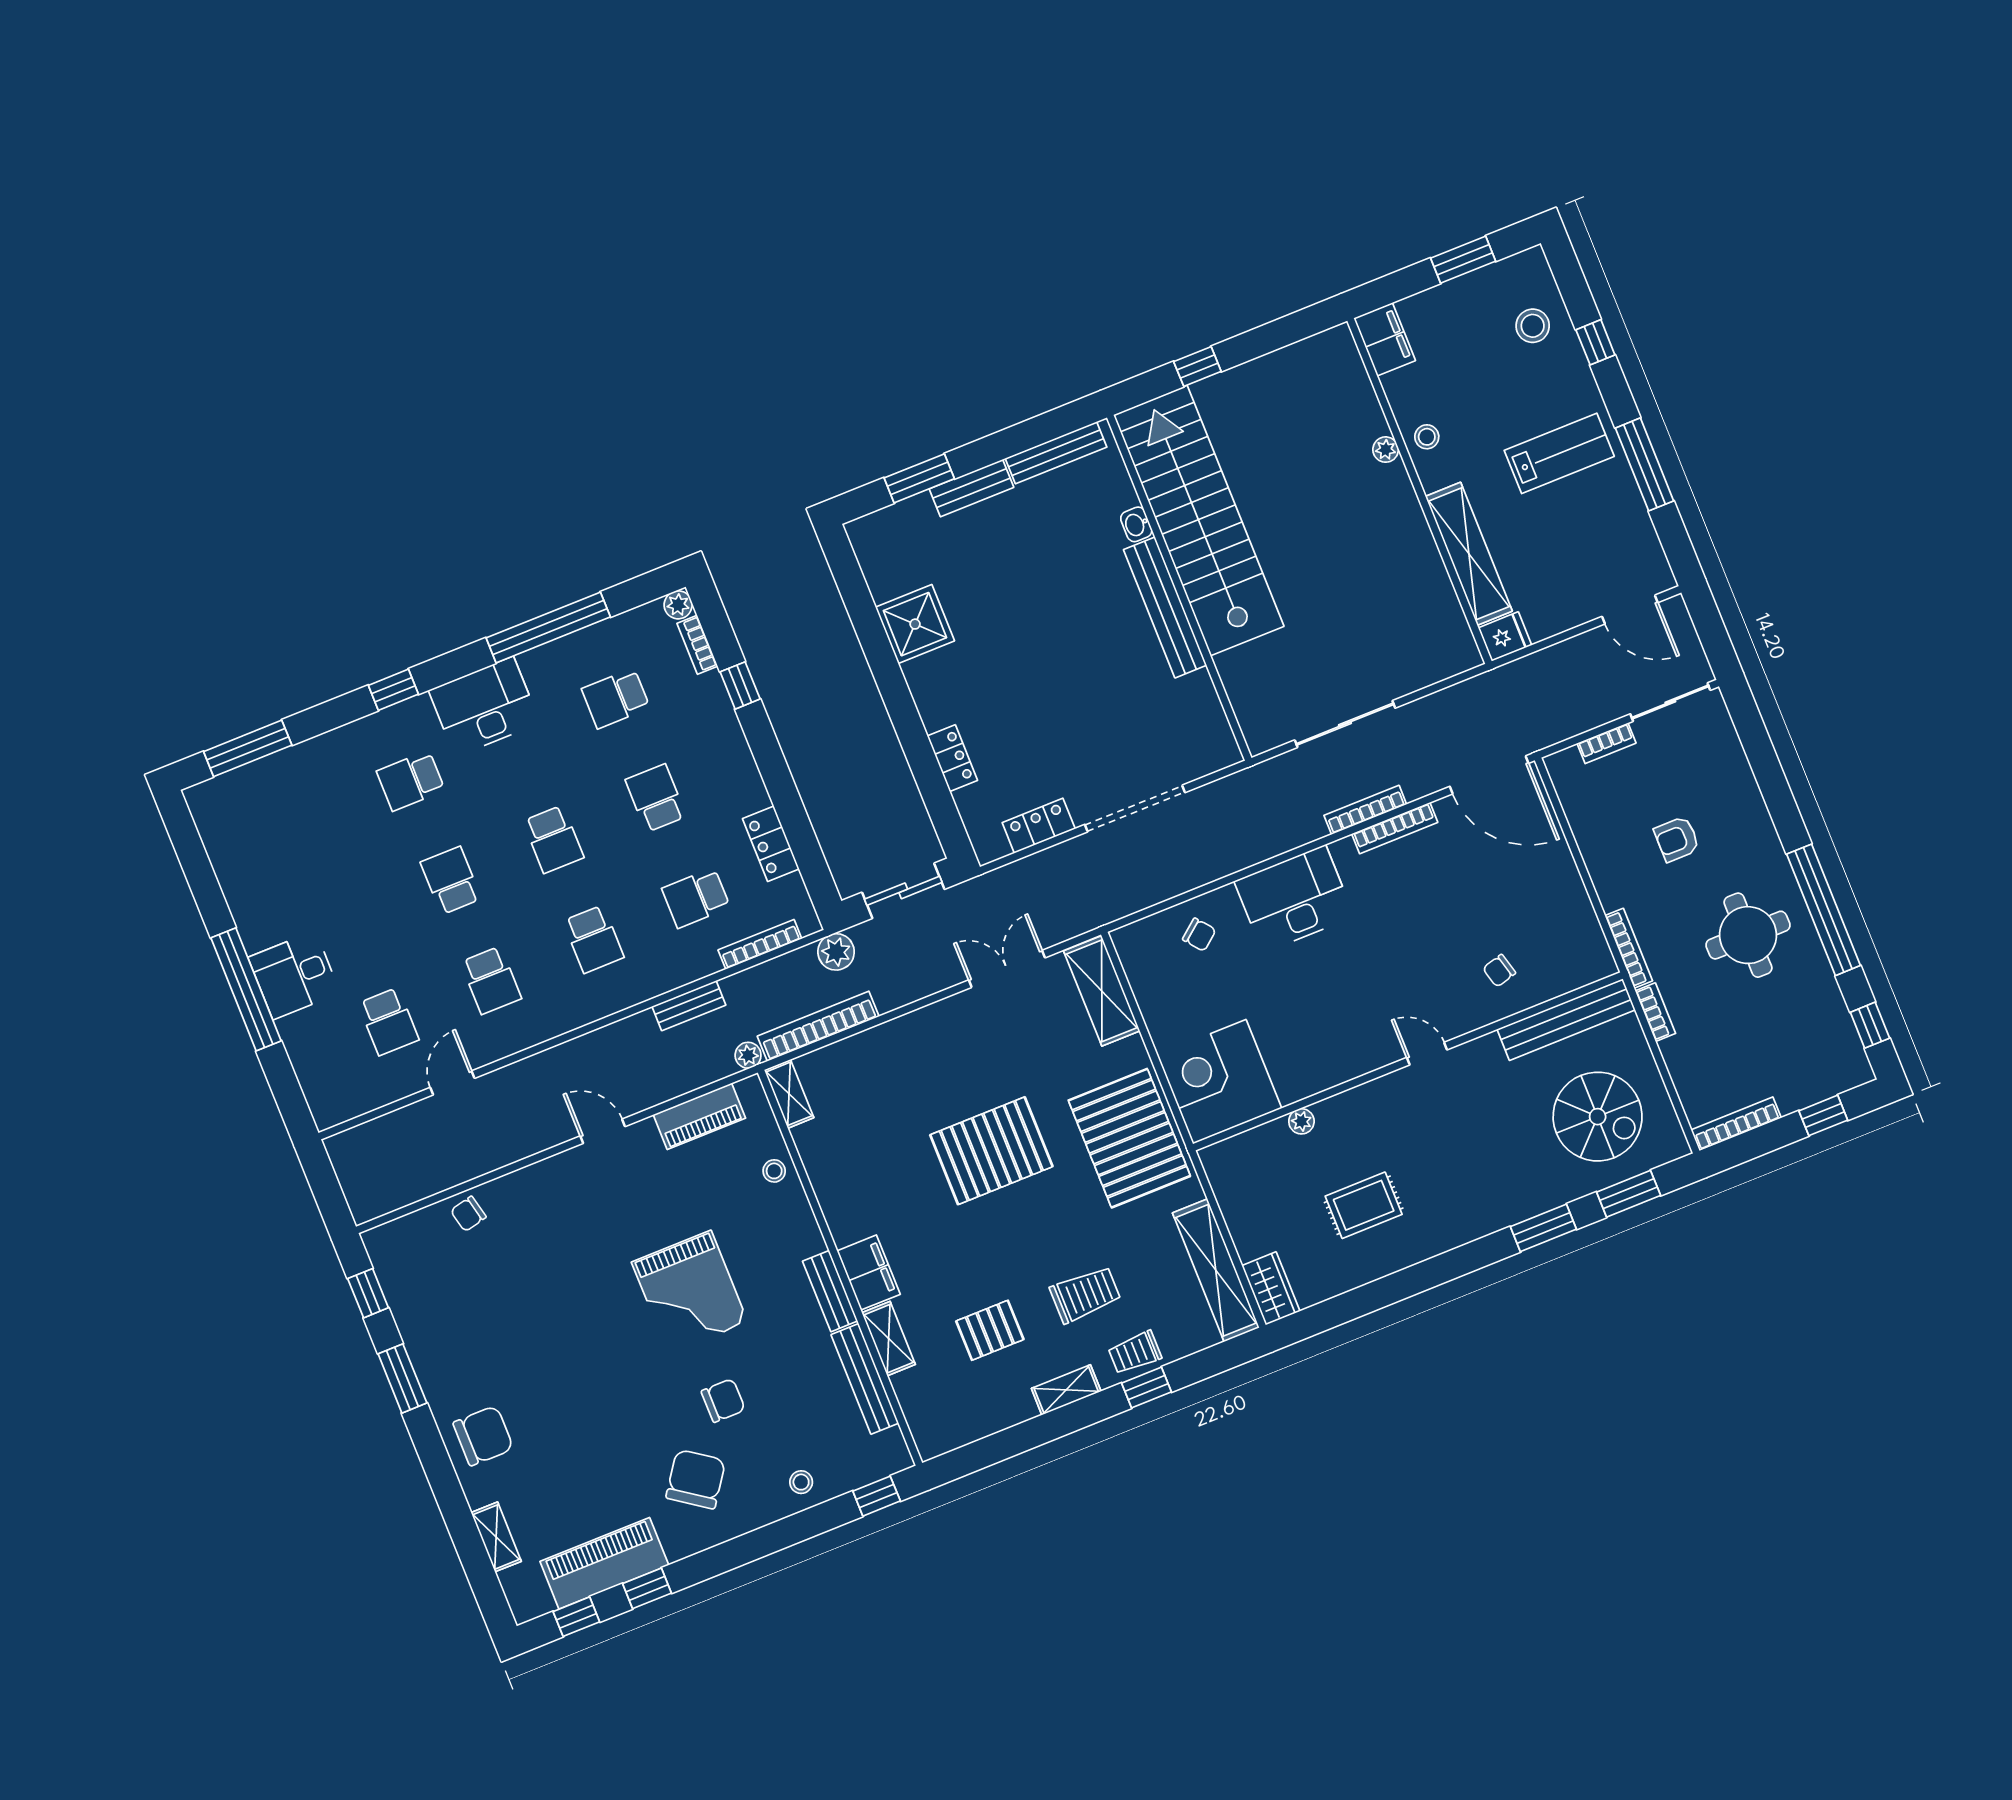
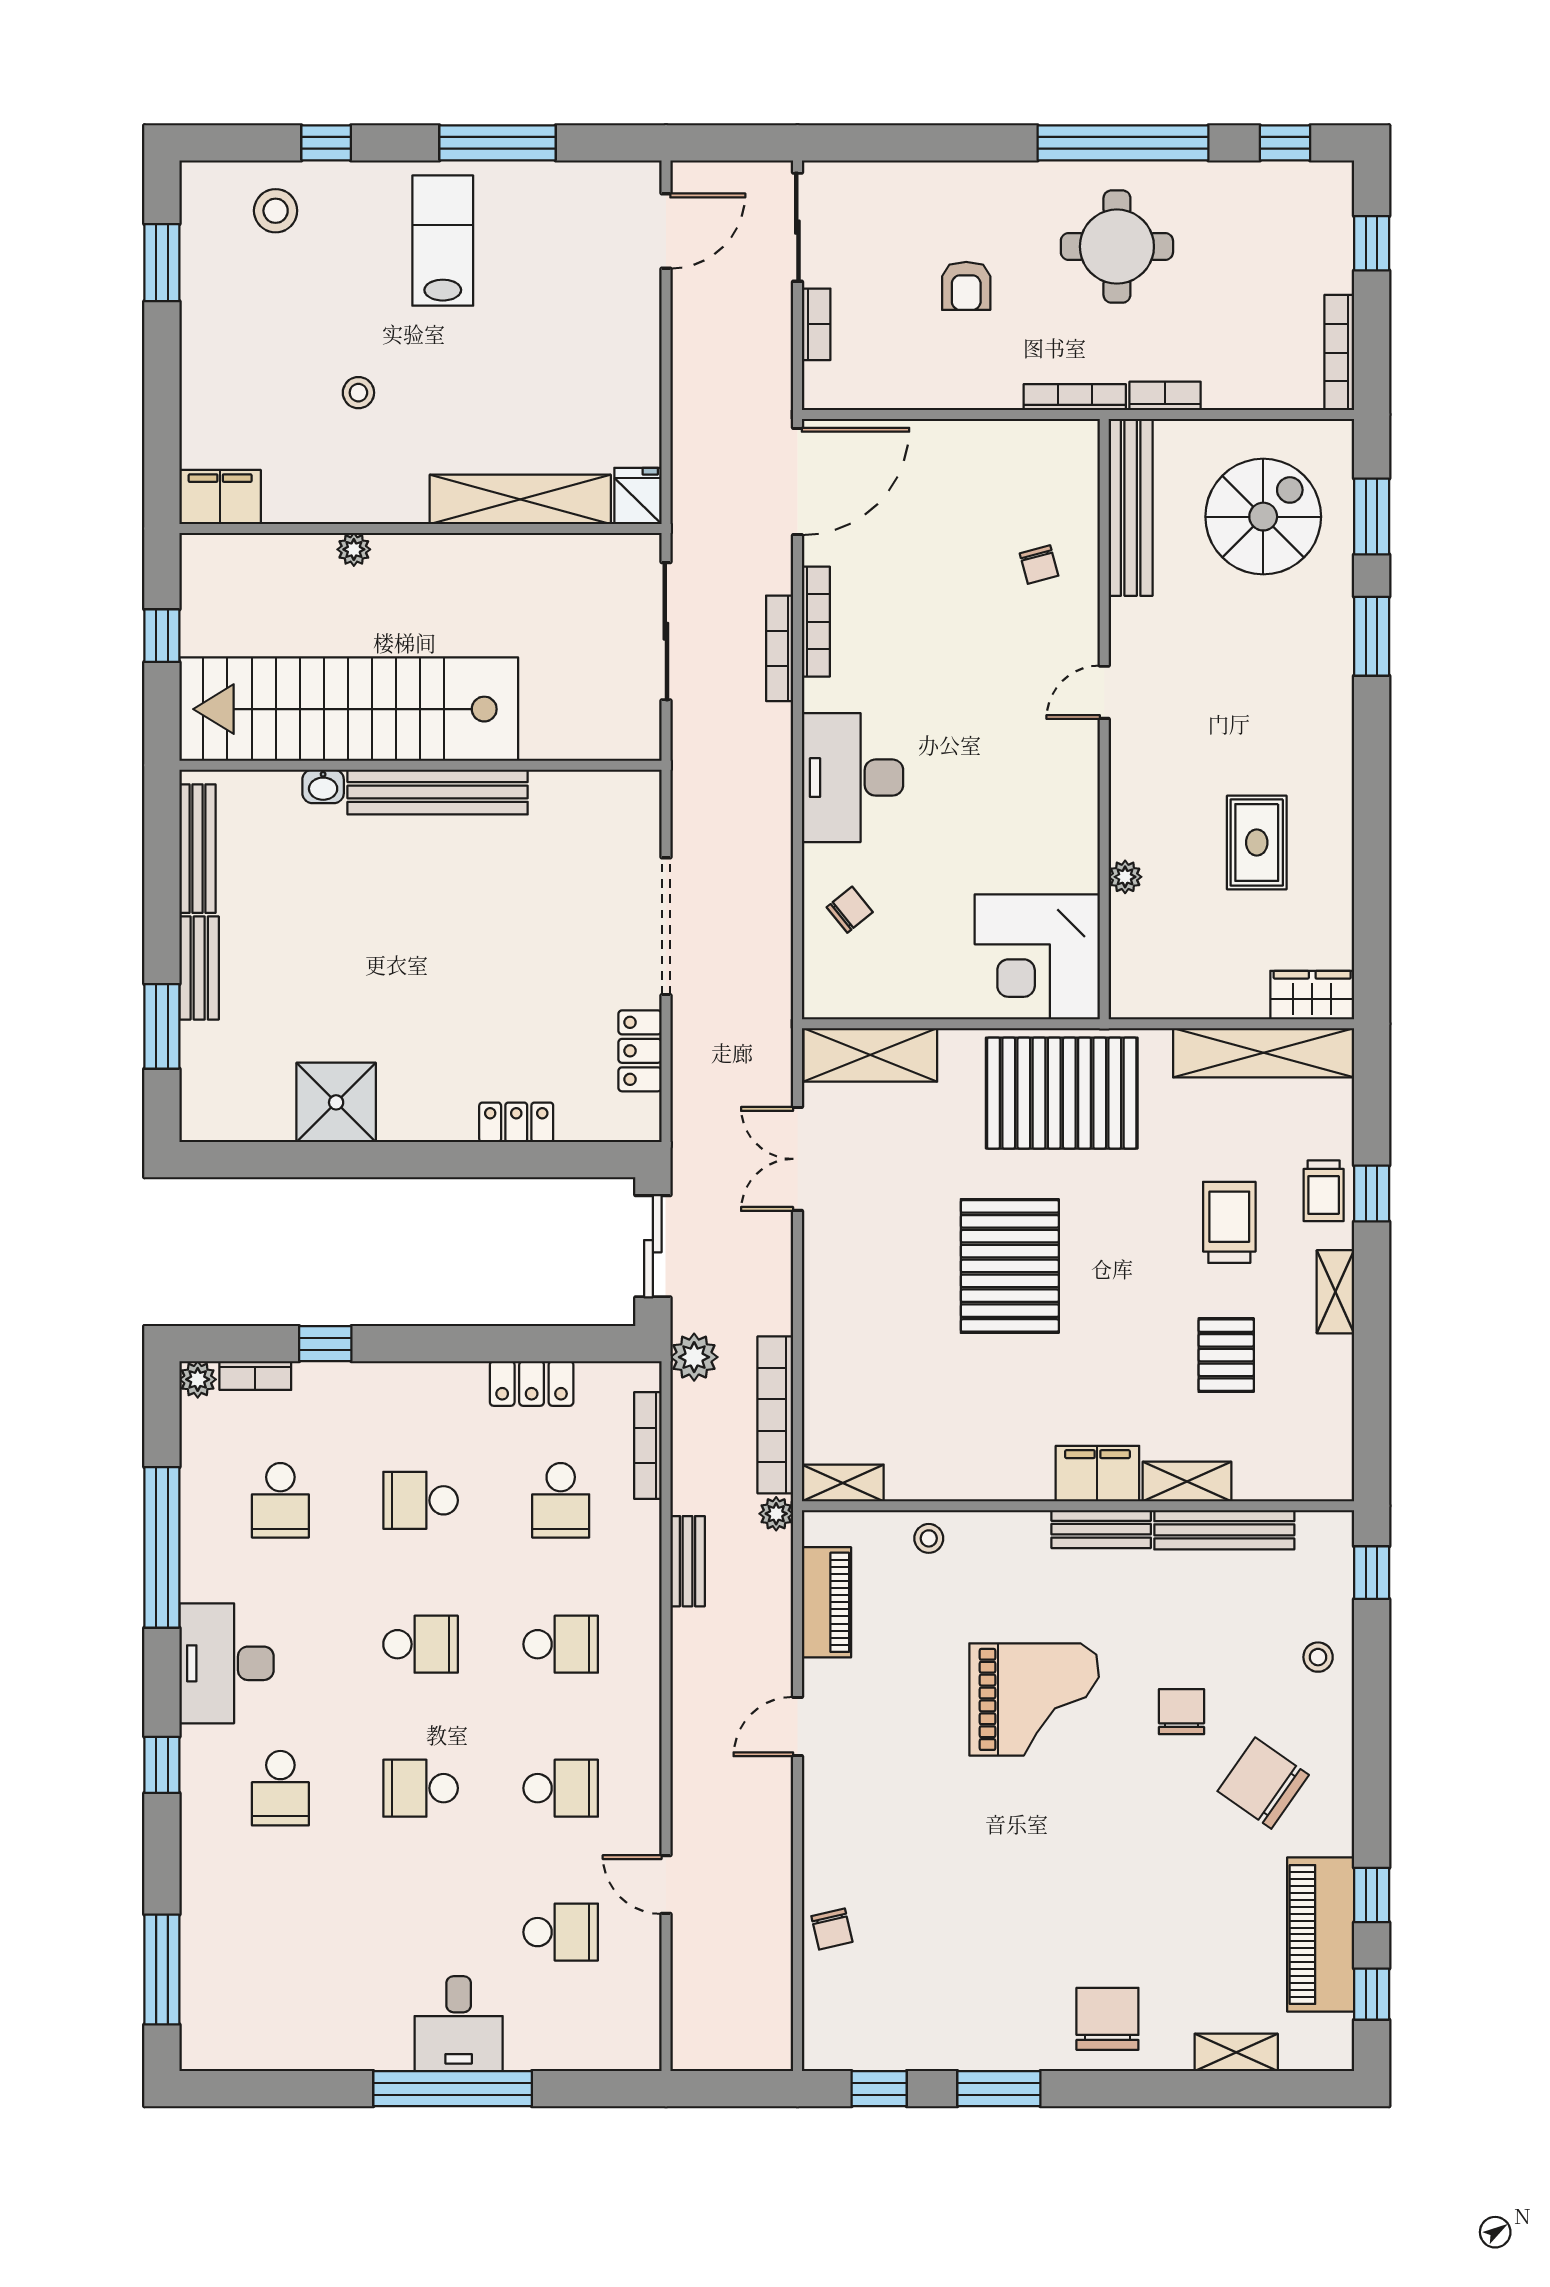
filing cabinet: (1385, 339) -> (220, 497), moved
plant: (1386, 450) -> (354, 549), moved
wall: (1420, 491) -> (421, 529), moved
shelving: (1469, 554) -> (520, 499), moved
fridge: (1505, 637) -> (638, 496), moved

